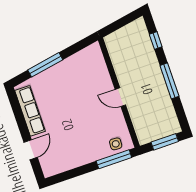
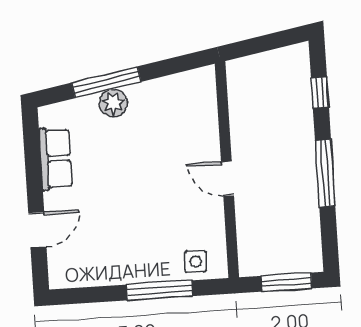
plant: (52, 74) -> (113, 103), added
row of seats: (30, 111) -> (56, 159), width x0.68
window: (114, 159) -> (160, 290), moved

